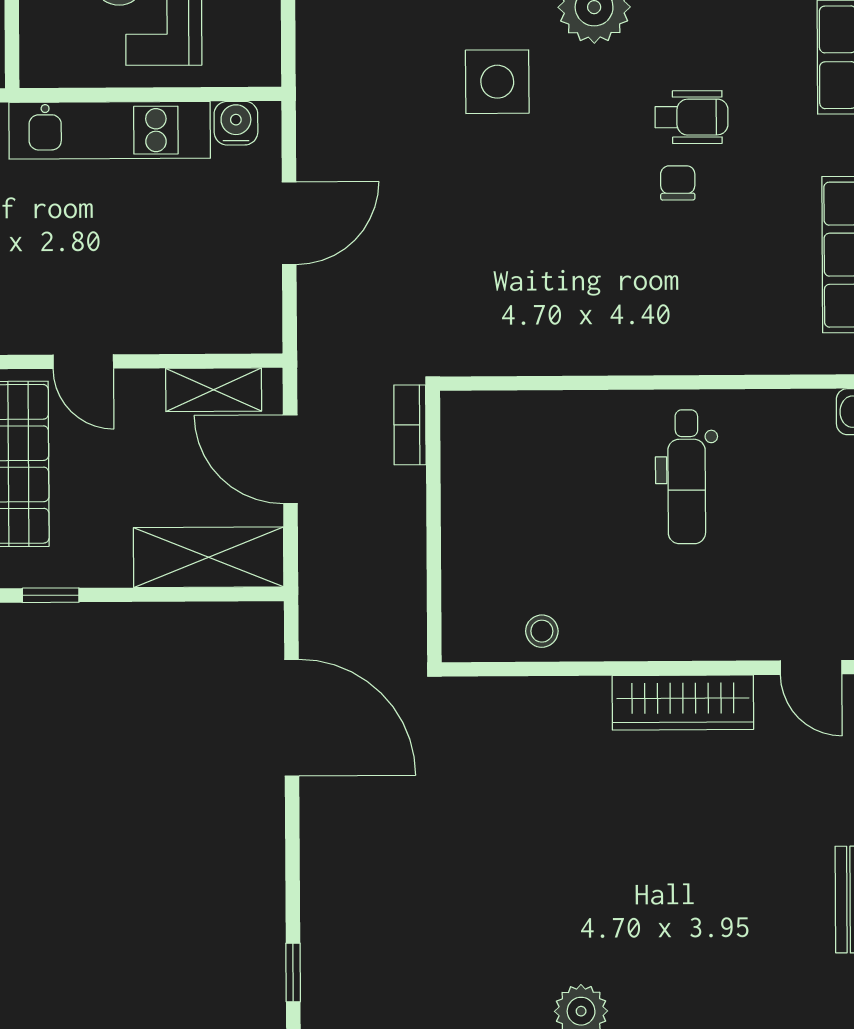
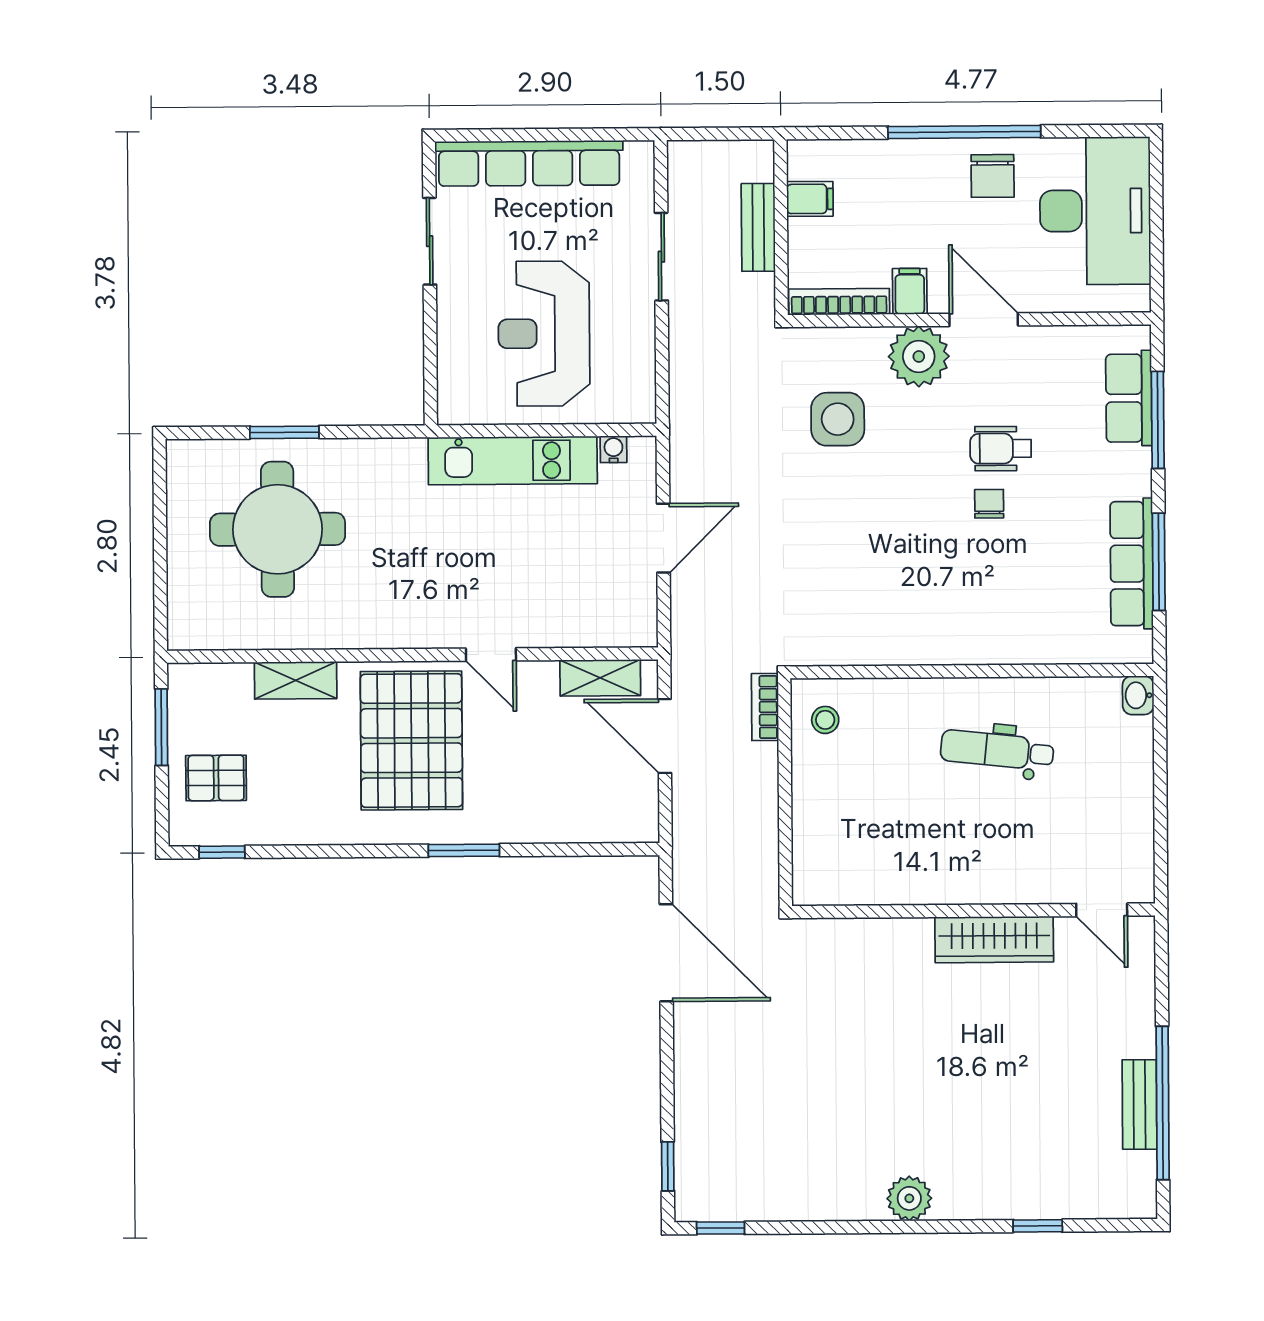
wheelchair: (692, 117) -> (1001, 449), turned 180
water cooler: (236, 123) -> (613, 449), width x0.72, depth x0.72
dental chair: (687, 477) -> (997, 750), turned 96
shelving: (209, 557) -> (596, 818), removed
window: (51, 595) -> (464, 850), width x1.50
stool: (542, 631) -> (825, 720), moved

